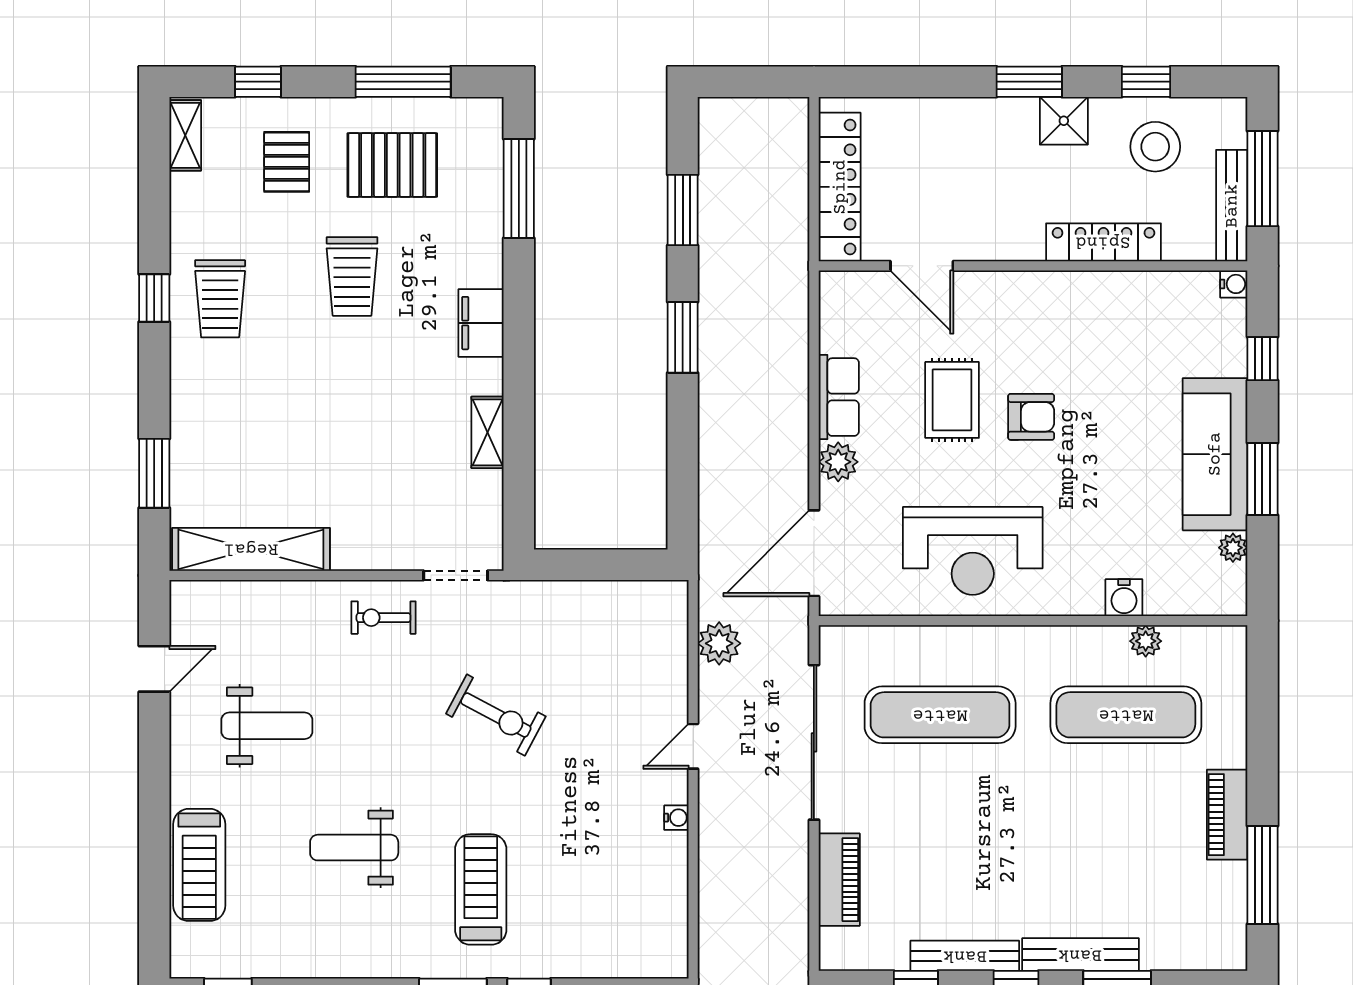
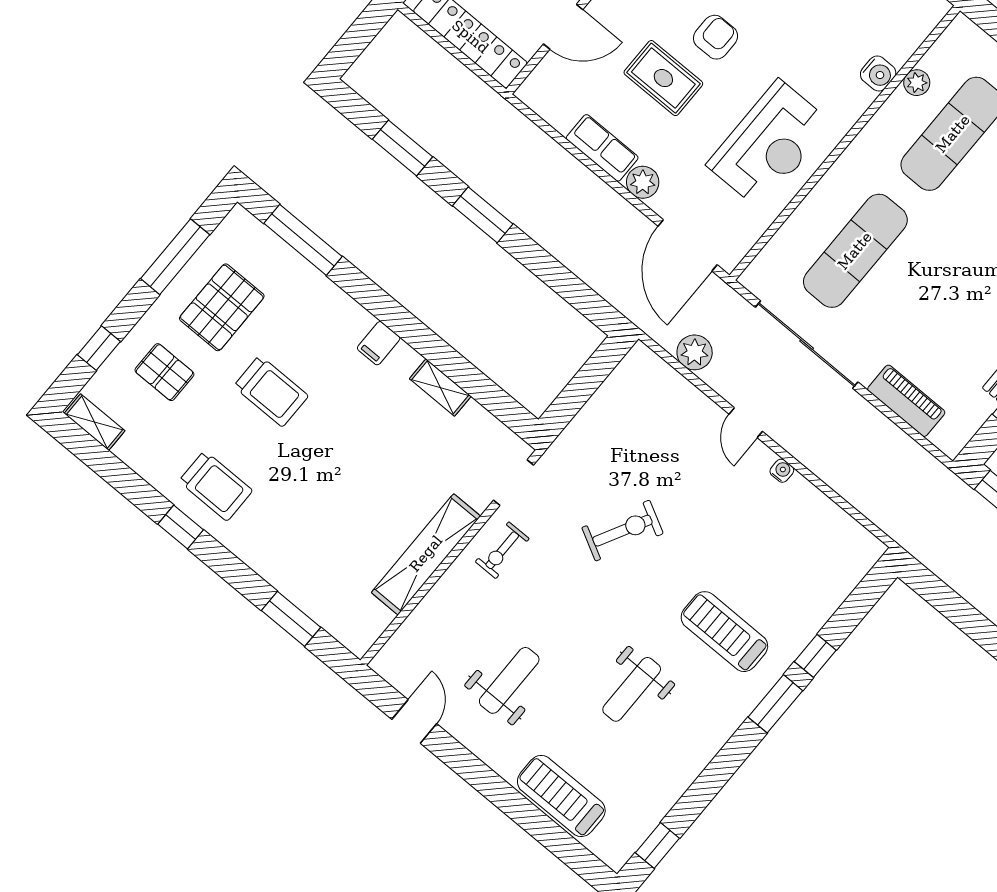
filing cabinet: (481, 323) -> (379, 343), width x0.50
shelving: (251, 549) -> (426, 554), moved
treadmill: (199, 865) -> (561, 796), turned 180

